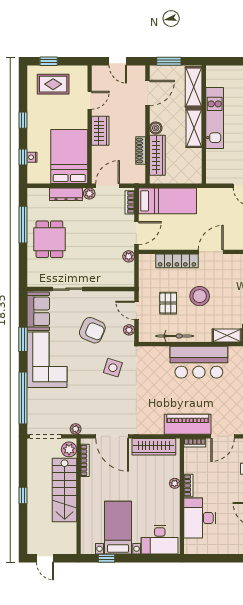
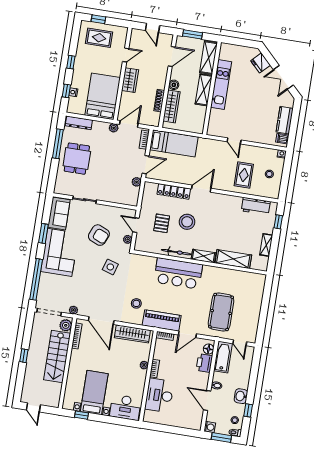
dresser: (66, 194) -> (79, 123), moved
bicycle: (175, 336) -> (176, 252), moved
stool: (153, 408) -> (136, 303), added

